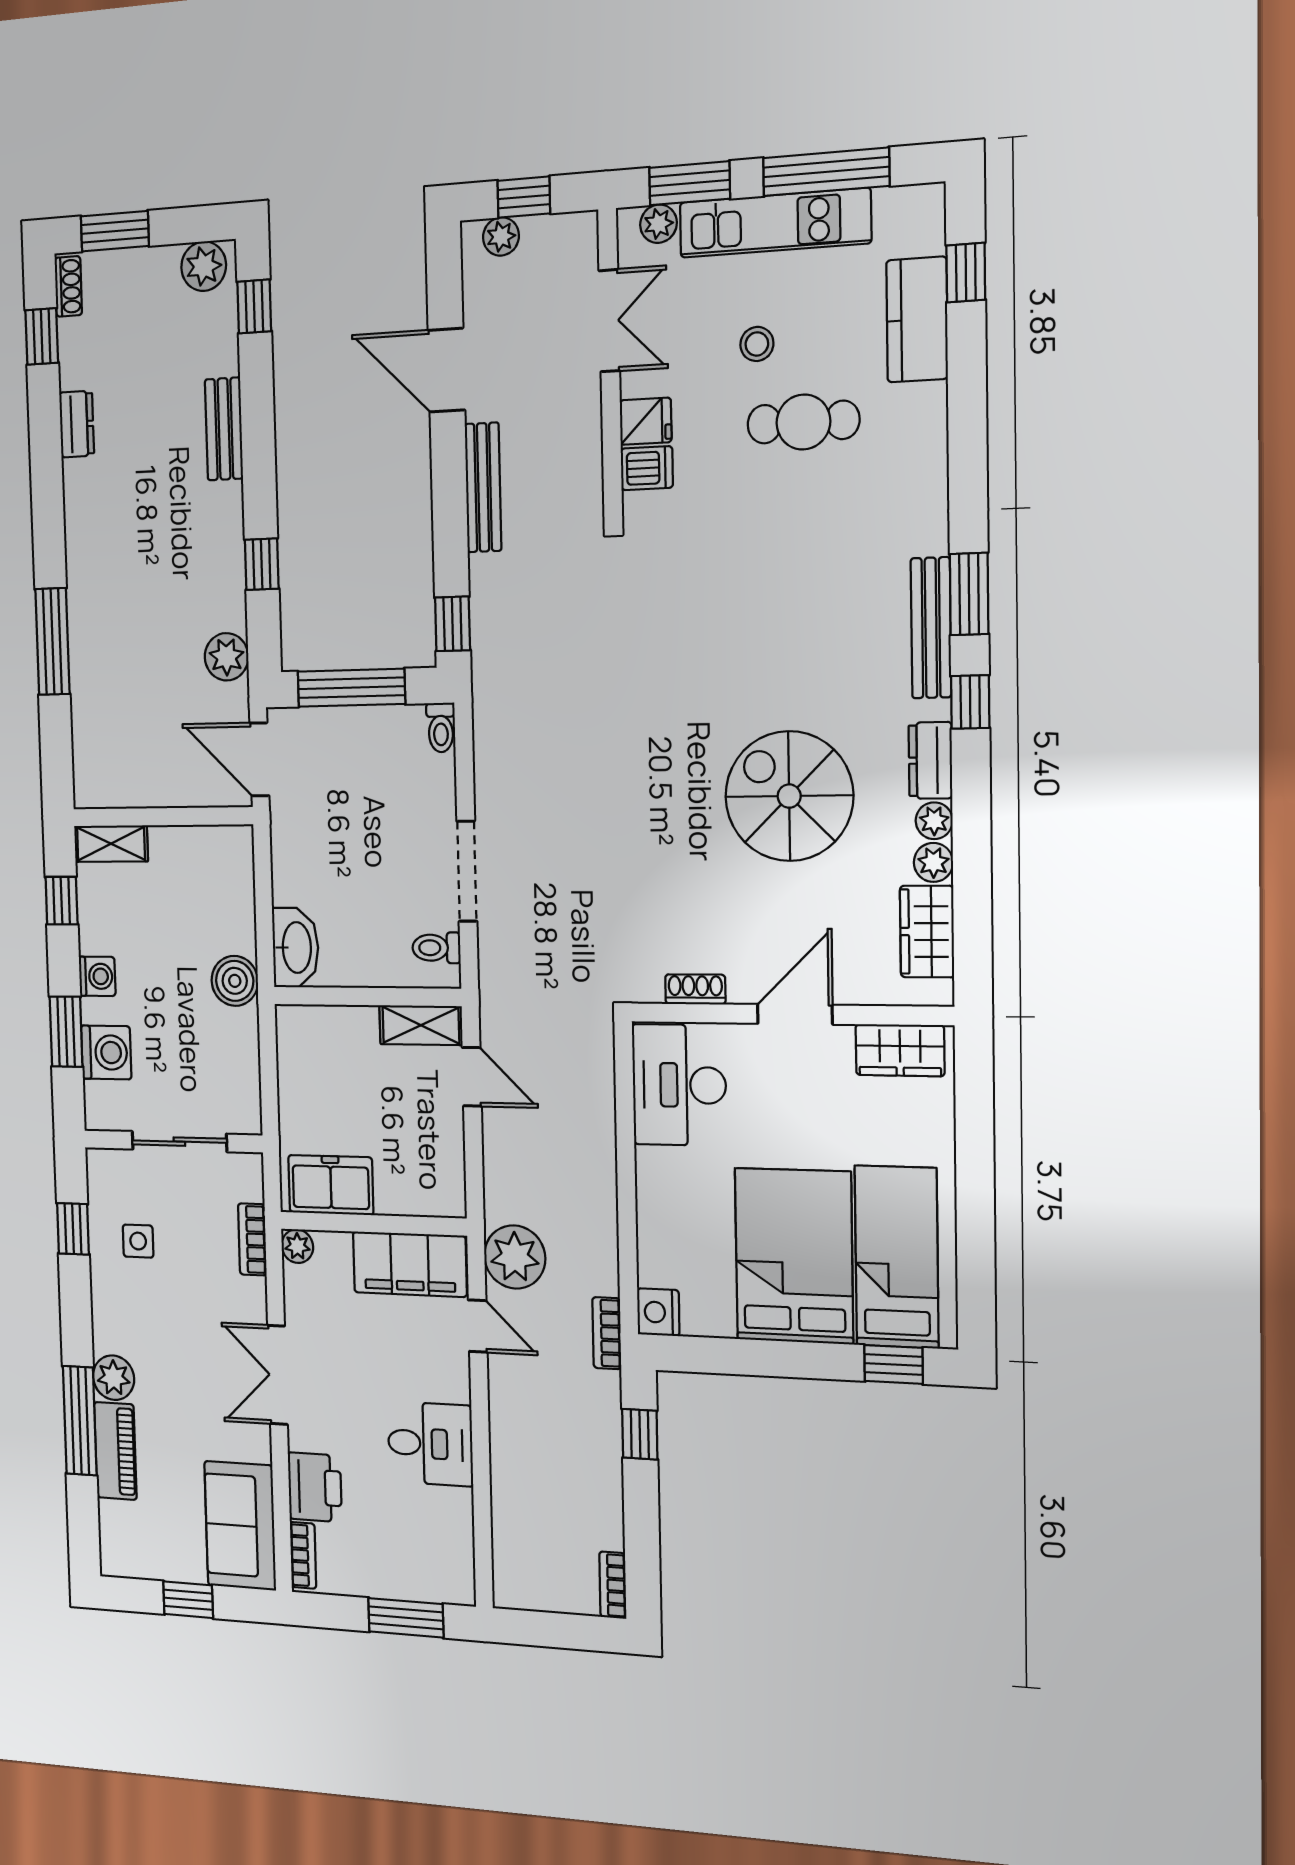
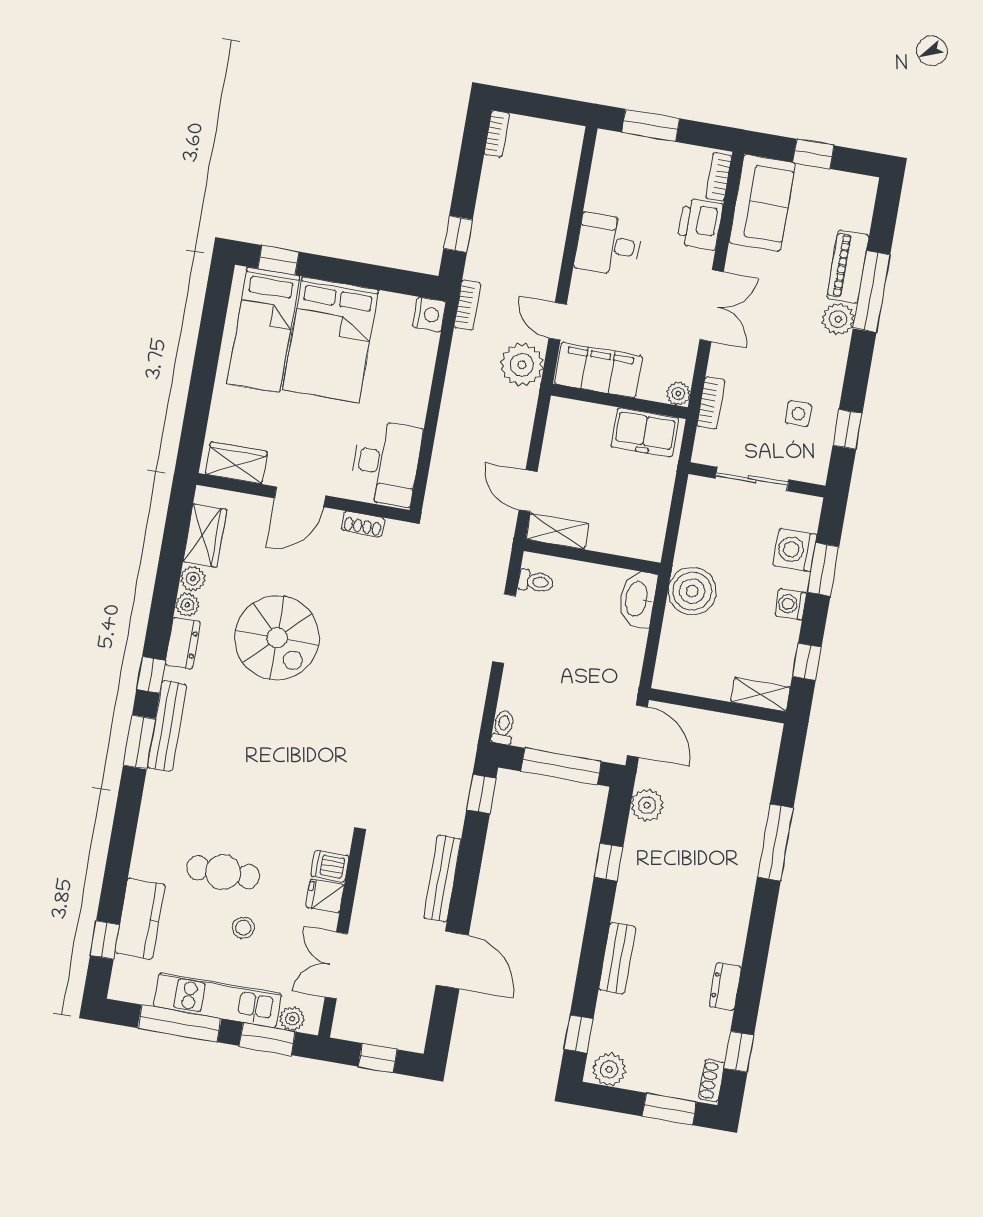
plant: (501, 236) -> (398, 1037), removed
boiler: (235, 981) -> (692, 591), width x1.37, depth x1.37

